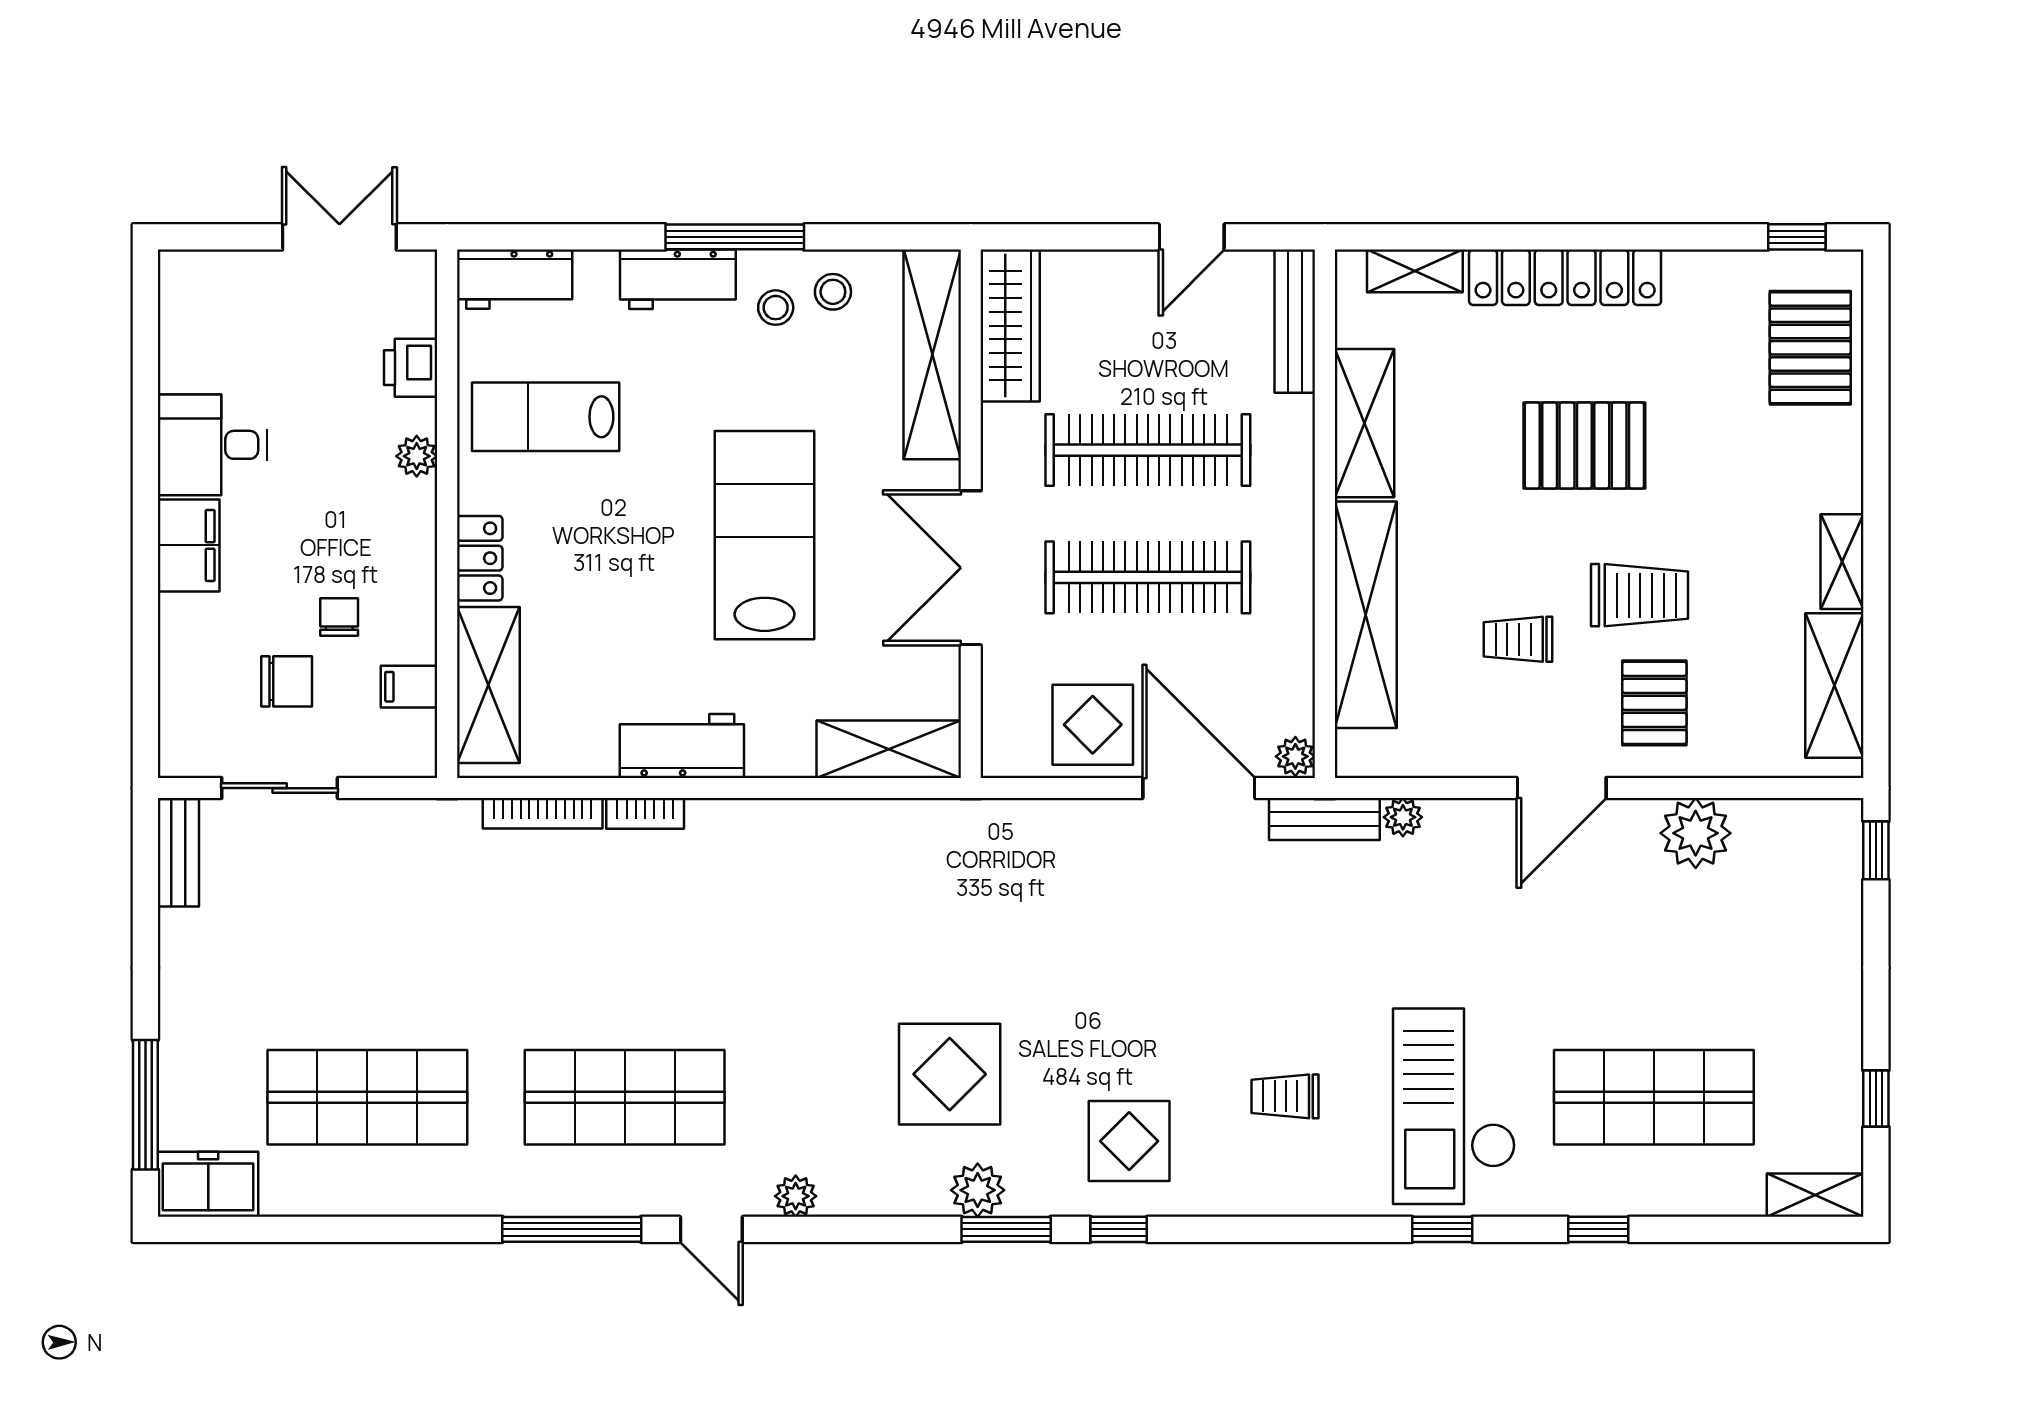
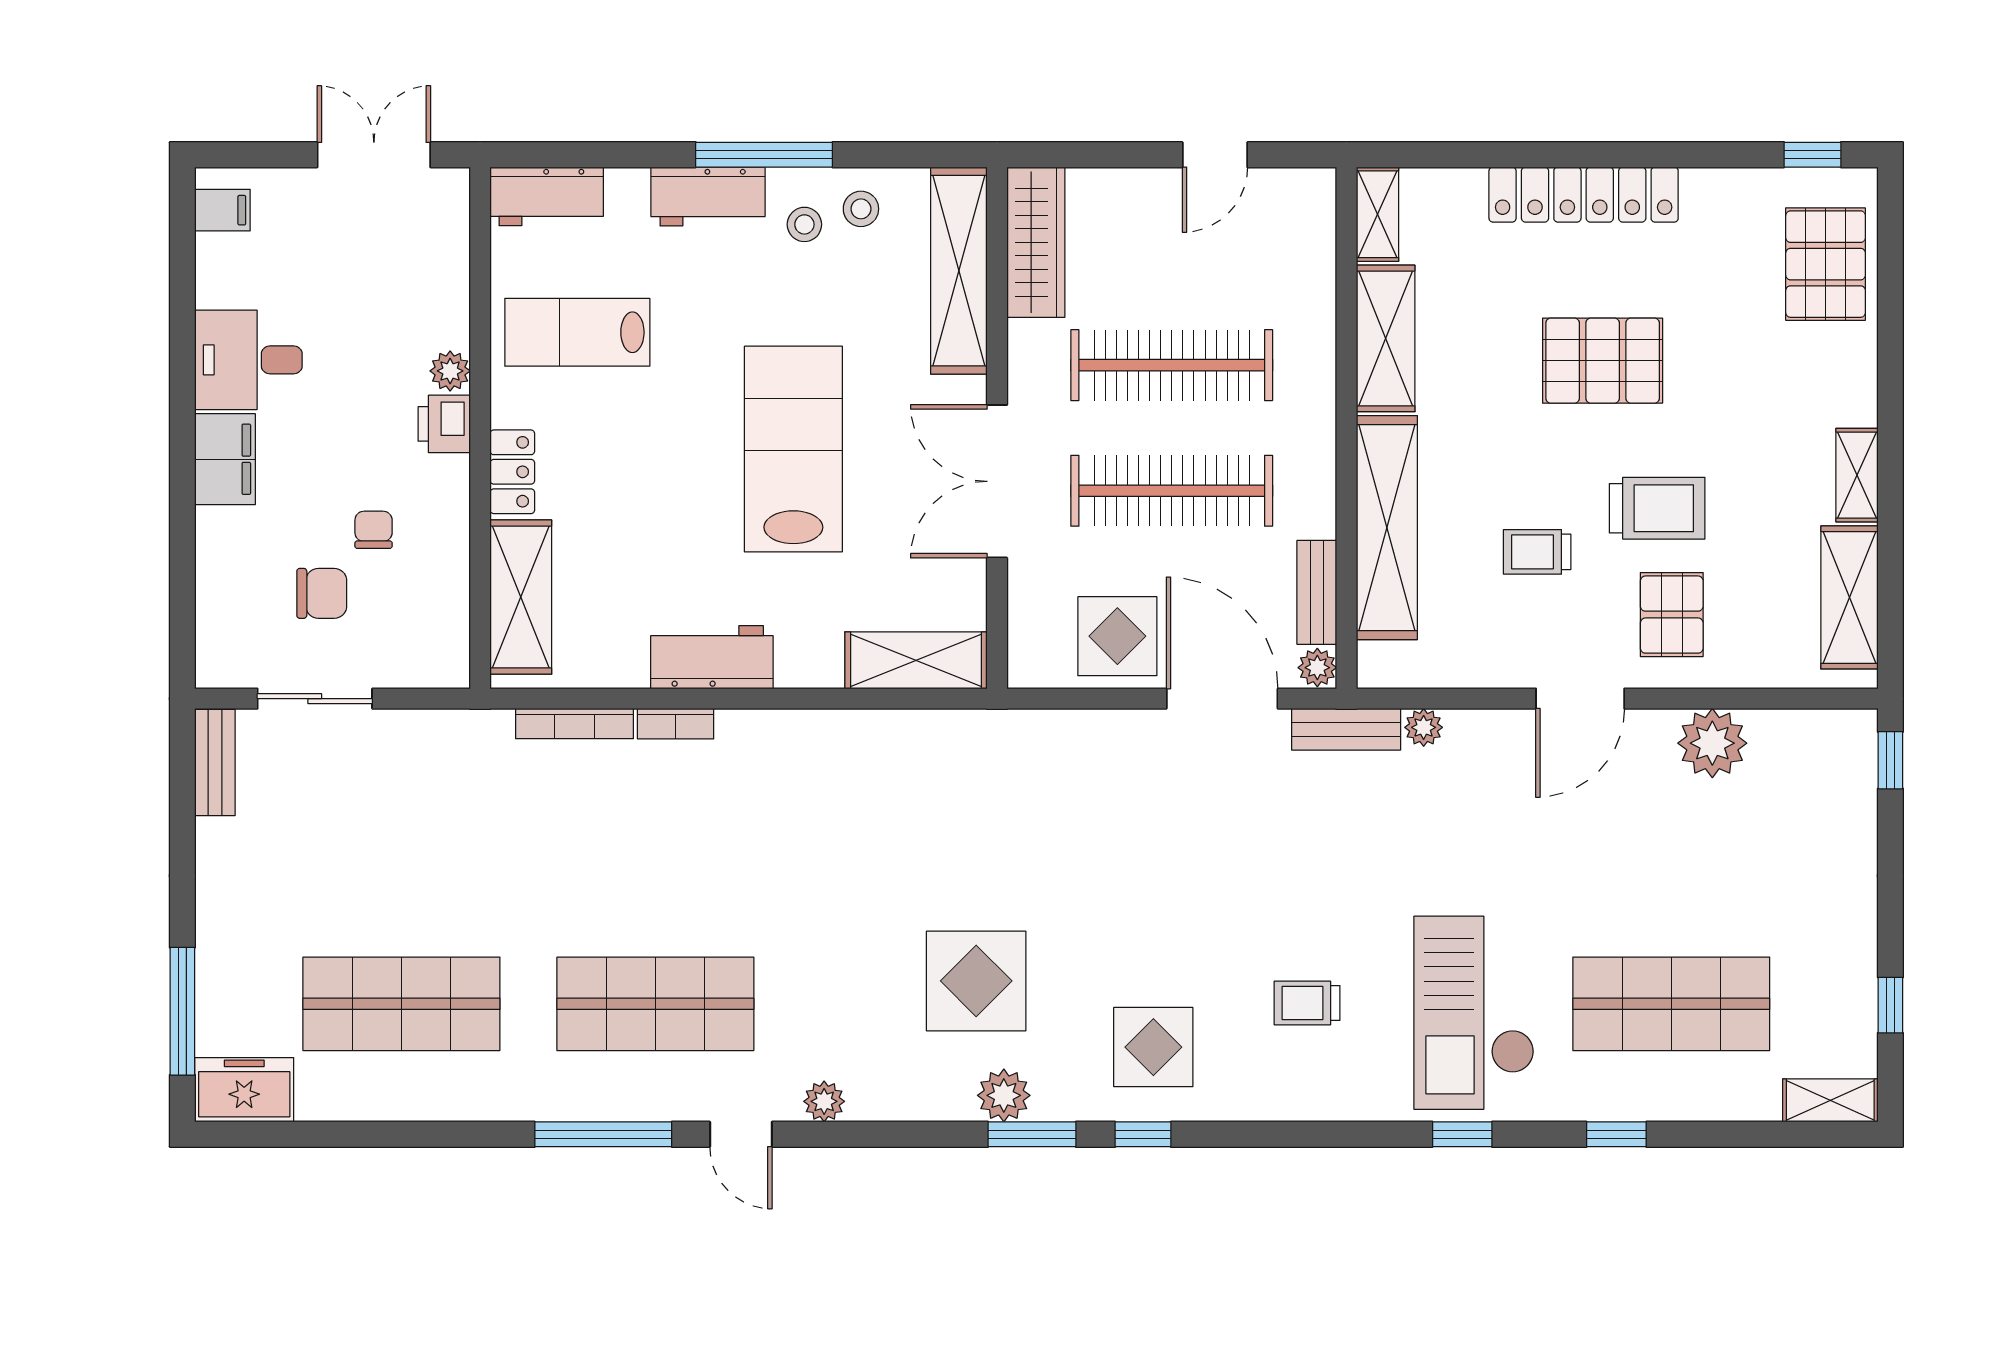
shelving: (1415, 271) -> (1377, 214), moved, turned 90
bench: (1295, 321) -> (1317, 592), moved, width x0.73
printer: (411, 368) -> (444, 424), moved
filing cabinet: (409, 687) -> (222, 210), moved, turned 180

